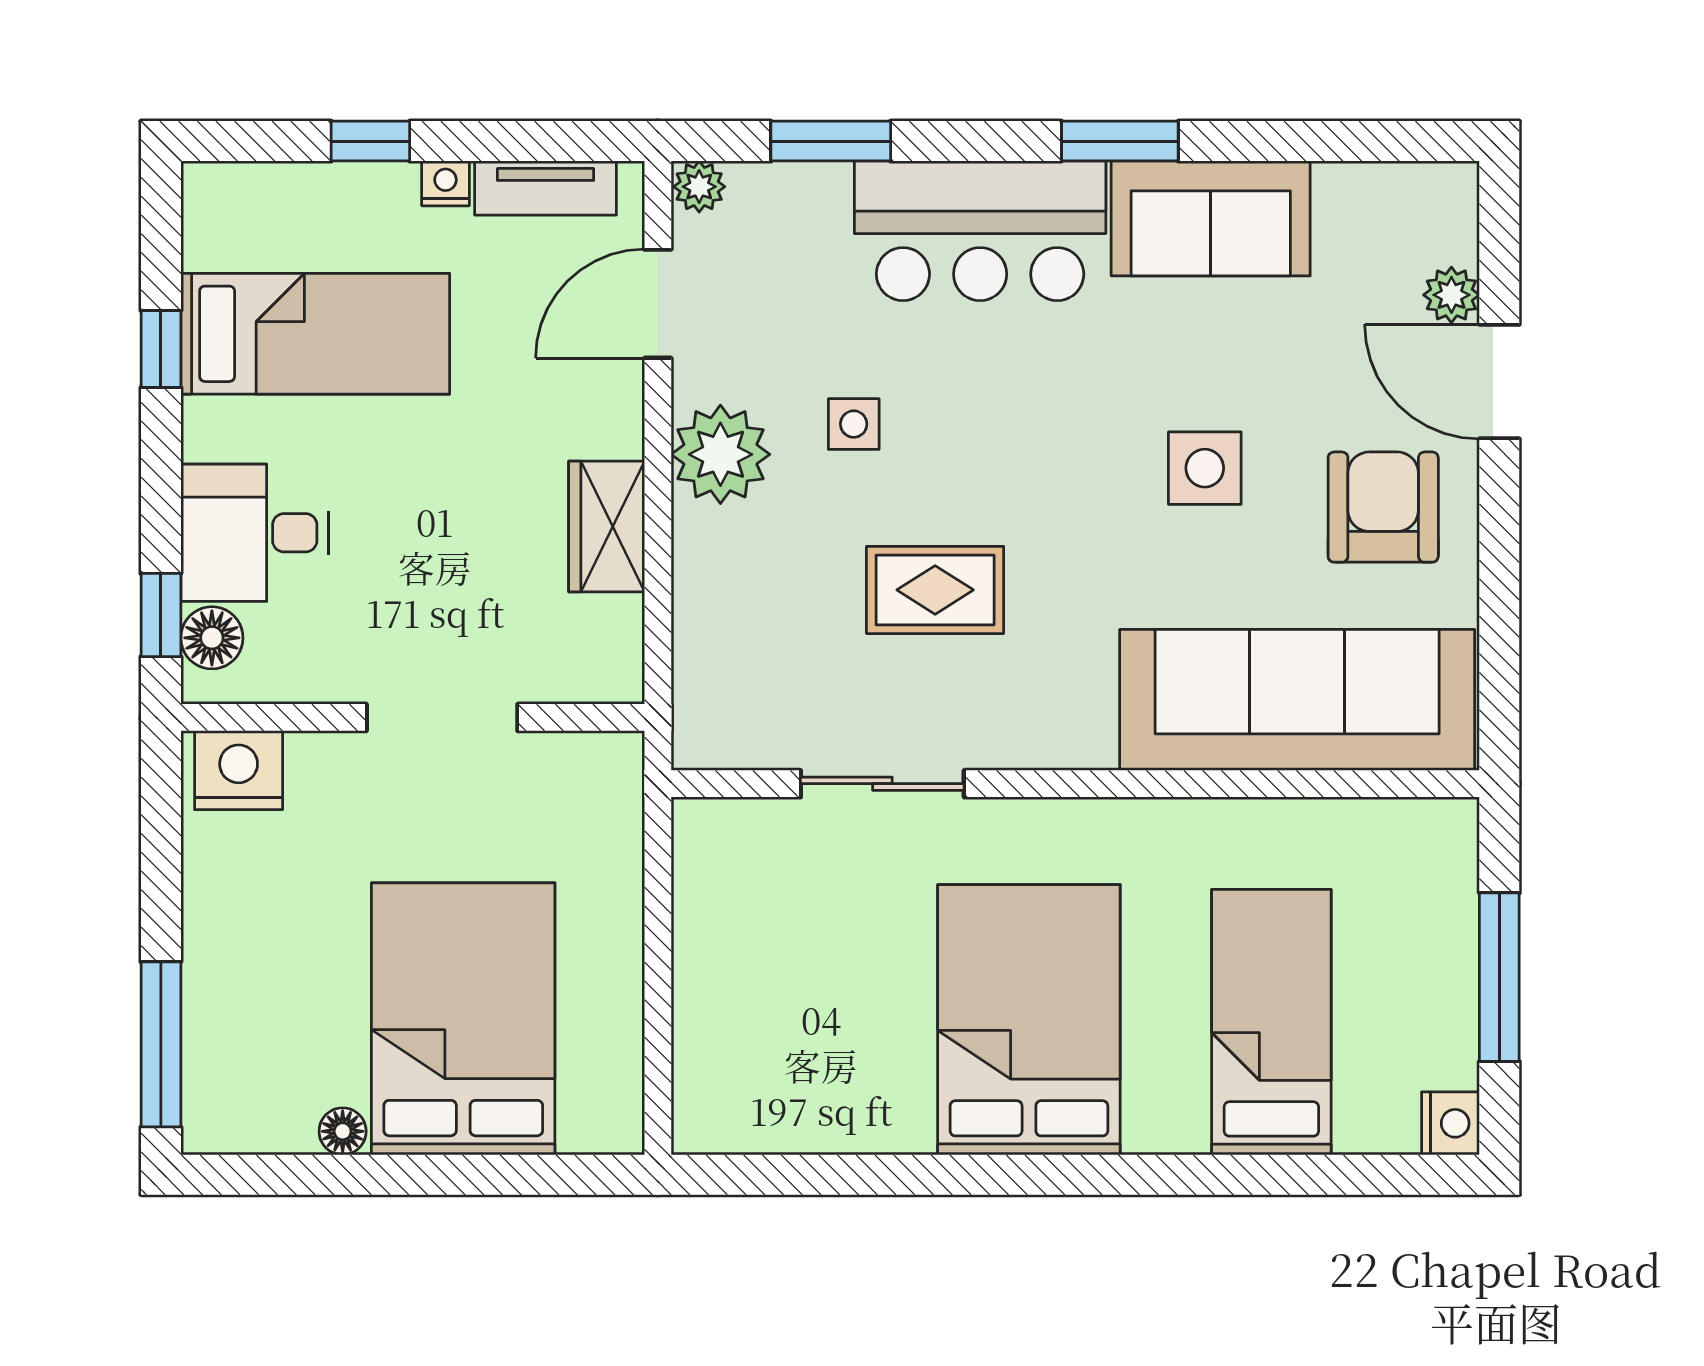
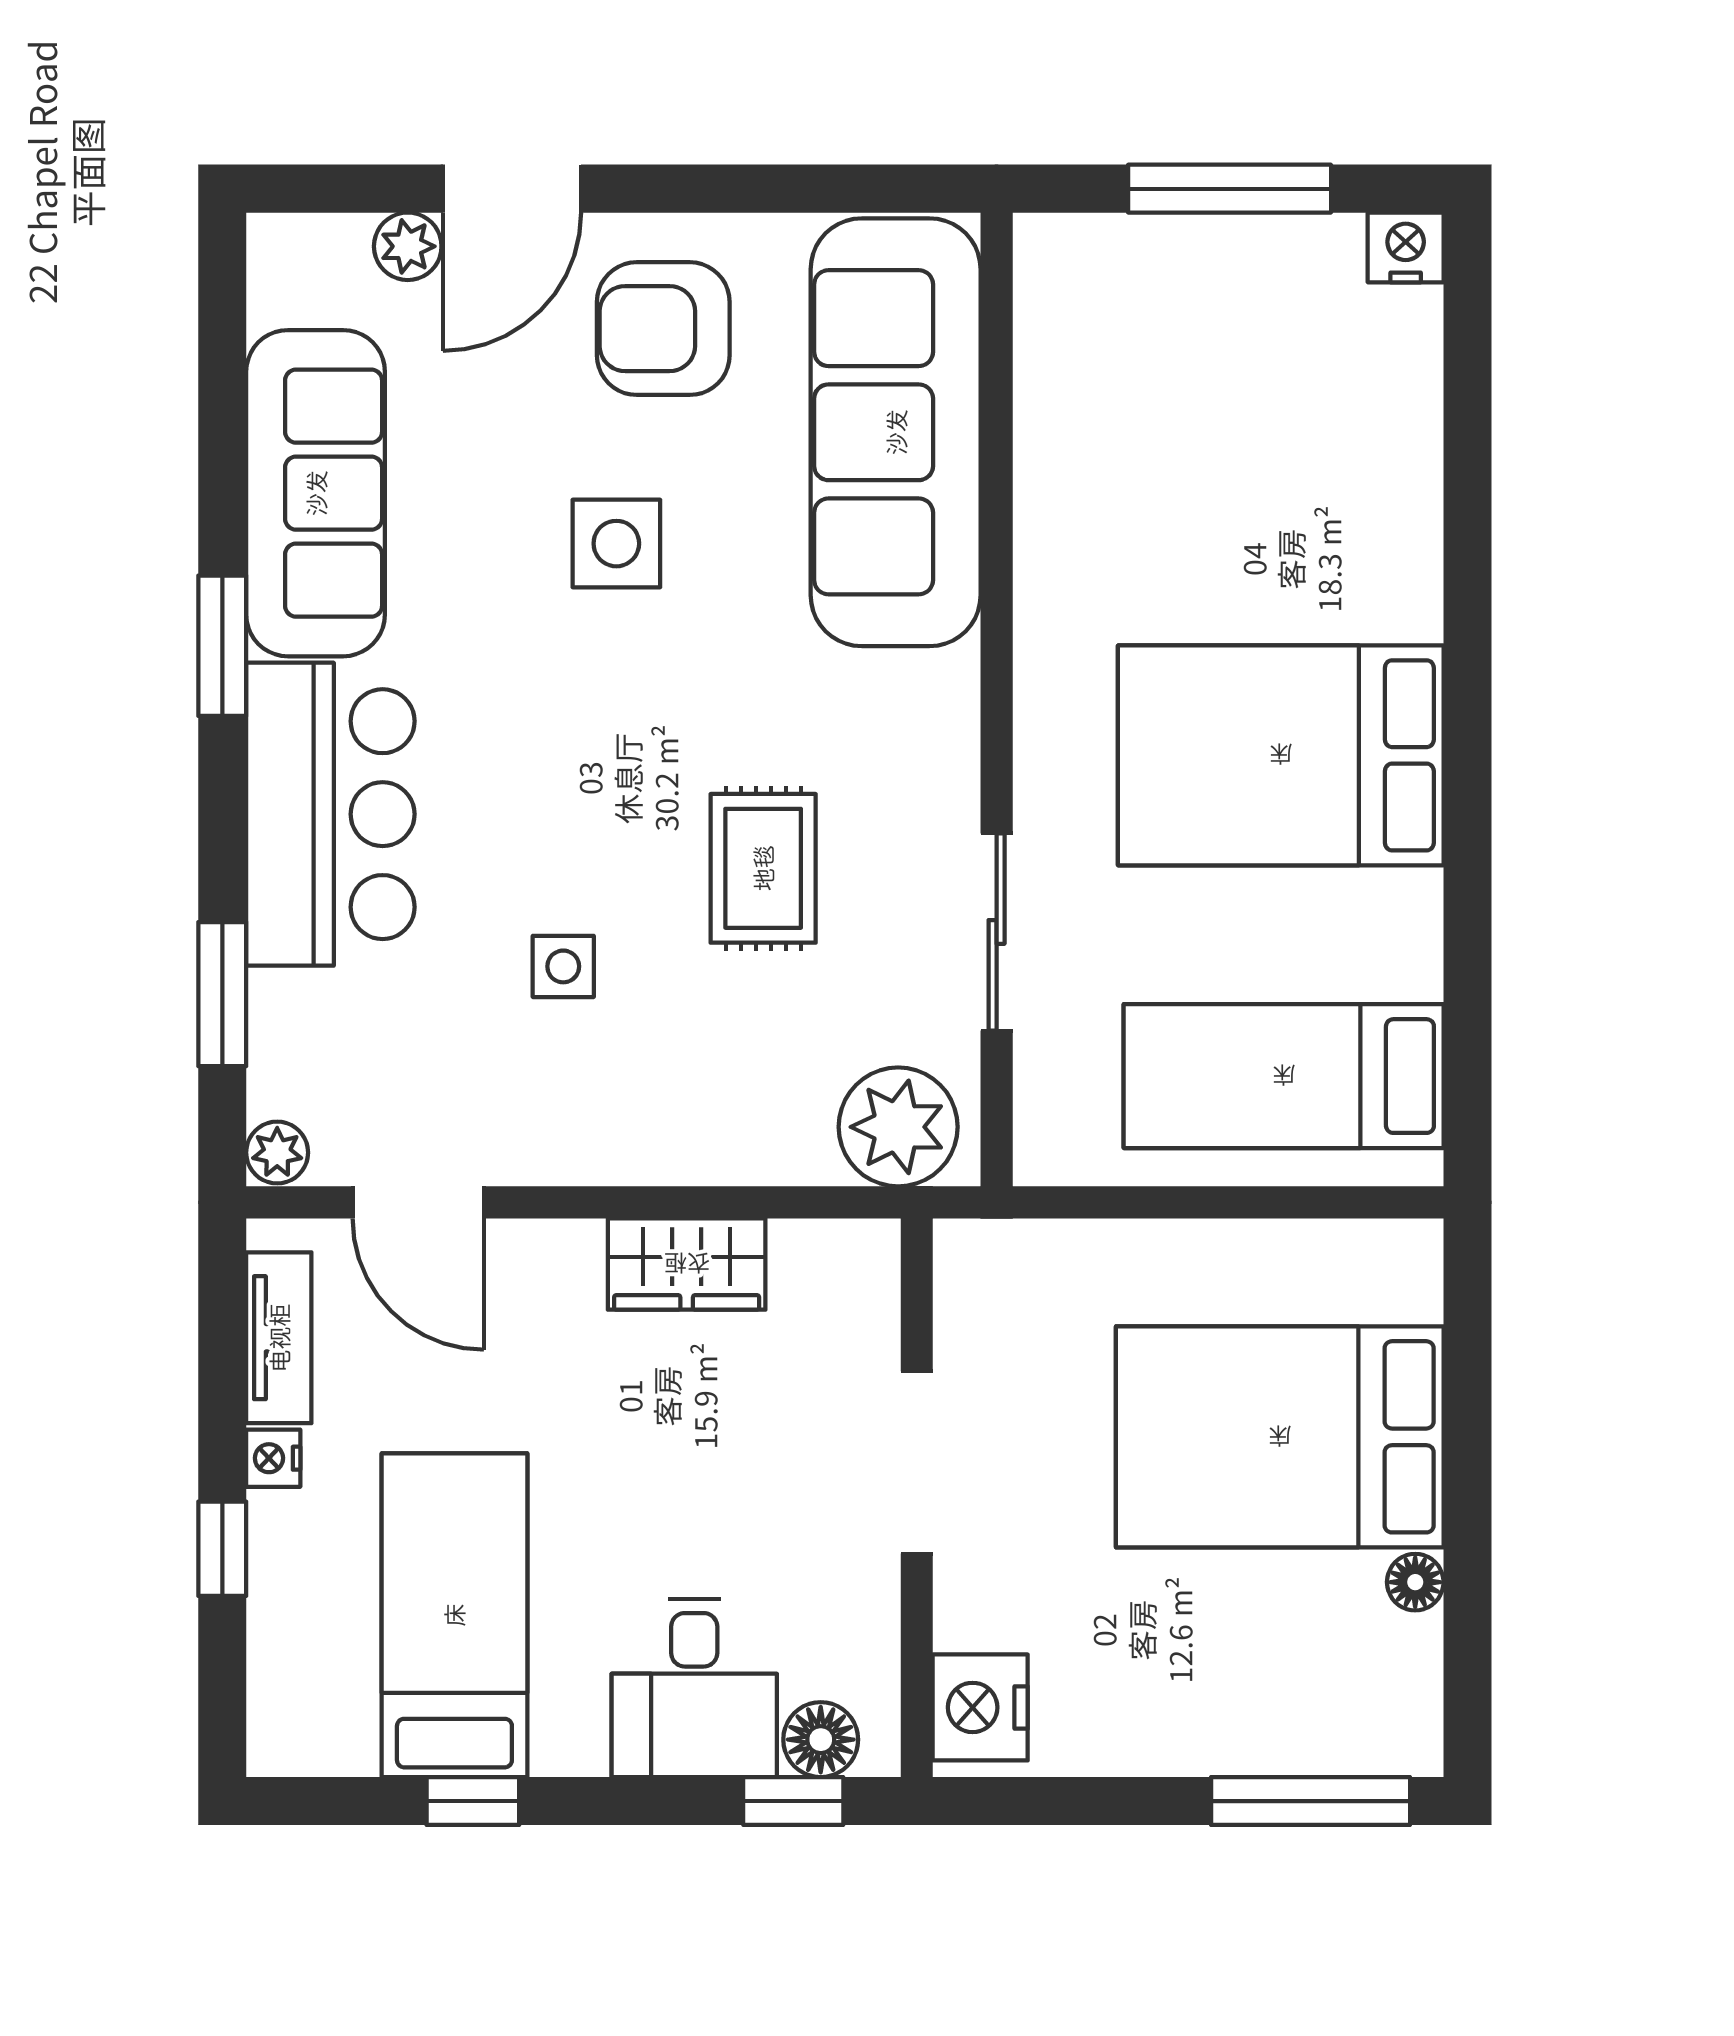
sofa: (1211, 218) -> (316, 493), width x1.36
plant: (720, 454) -> (898, 1127), moved
bed: (1271, 1022) -> (1284, 1076), moved

